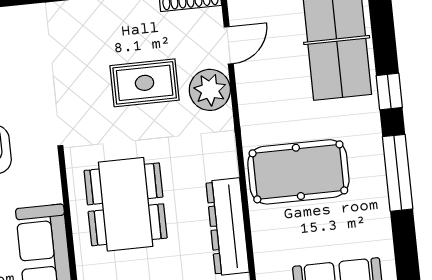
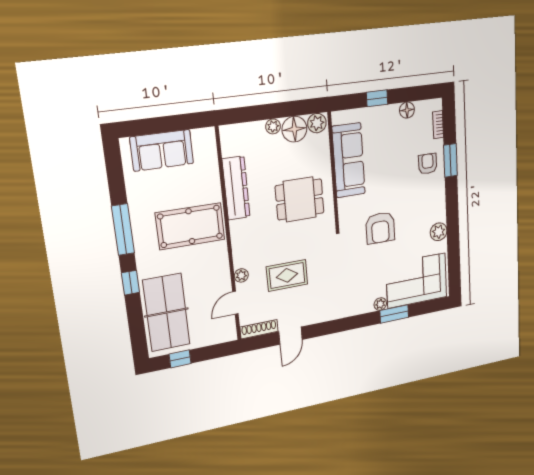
plant: (210, 90) -> (241, 275), width x0.53, depth x0.53
dining table: (126, 204) -> (300, 199), width x0.73

